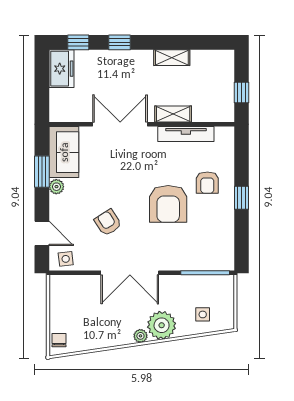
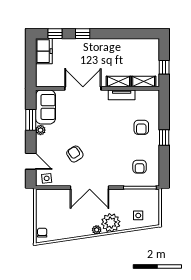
shelving: (172, 58) -> (144, 82), moved
tv unit: (186, 134) -> (122, 95), width x0.71
armchair: (168, 204) -> (140, 167), moved, width x0.53, depth x0.53

